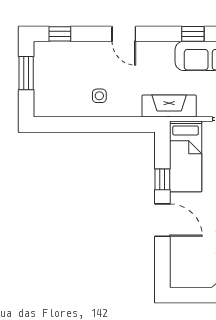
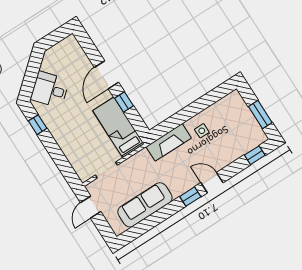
window: (193, 34) -> (190, 197), moved
fireplace: (169, 106) -> (169, 142), moved
door: (162, 220) -> (107, 75), hinge flipped

